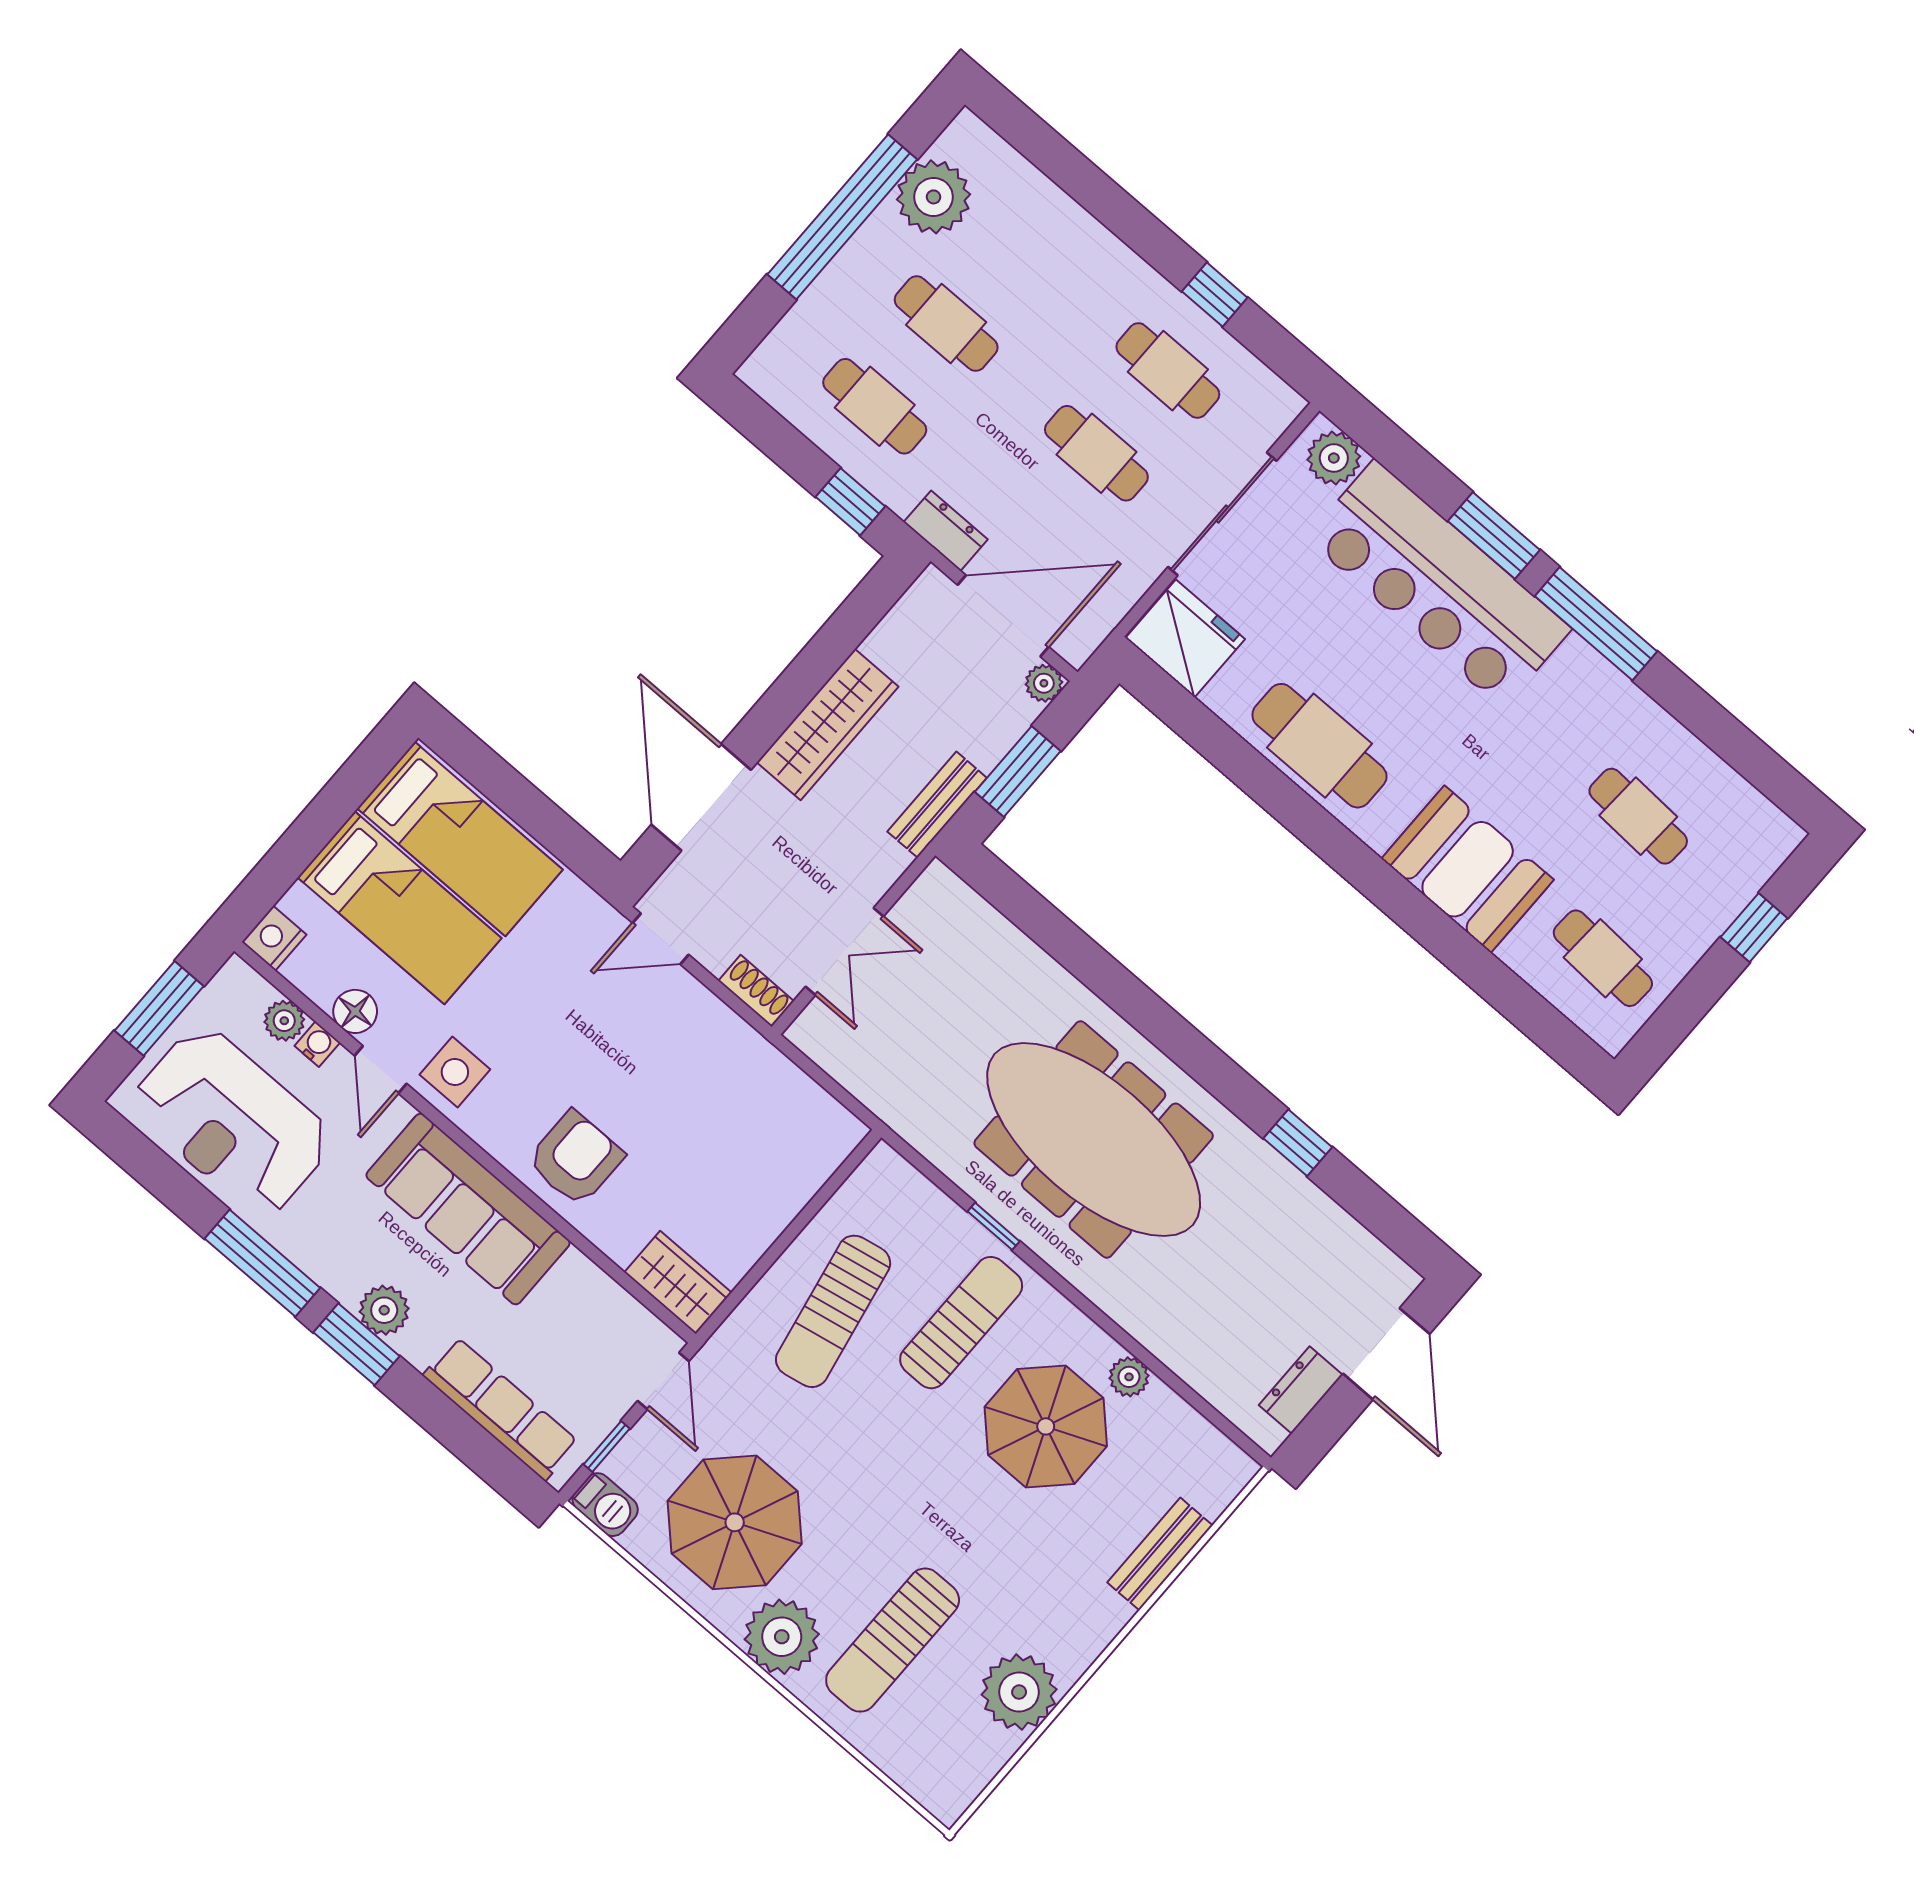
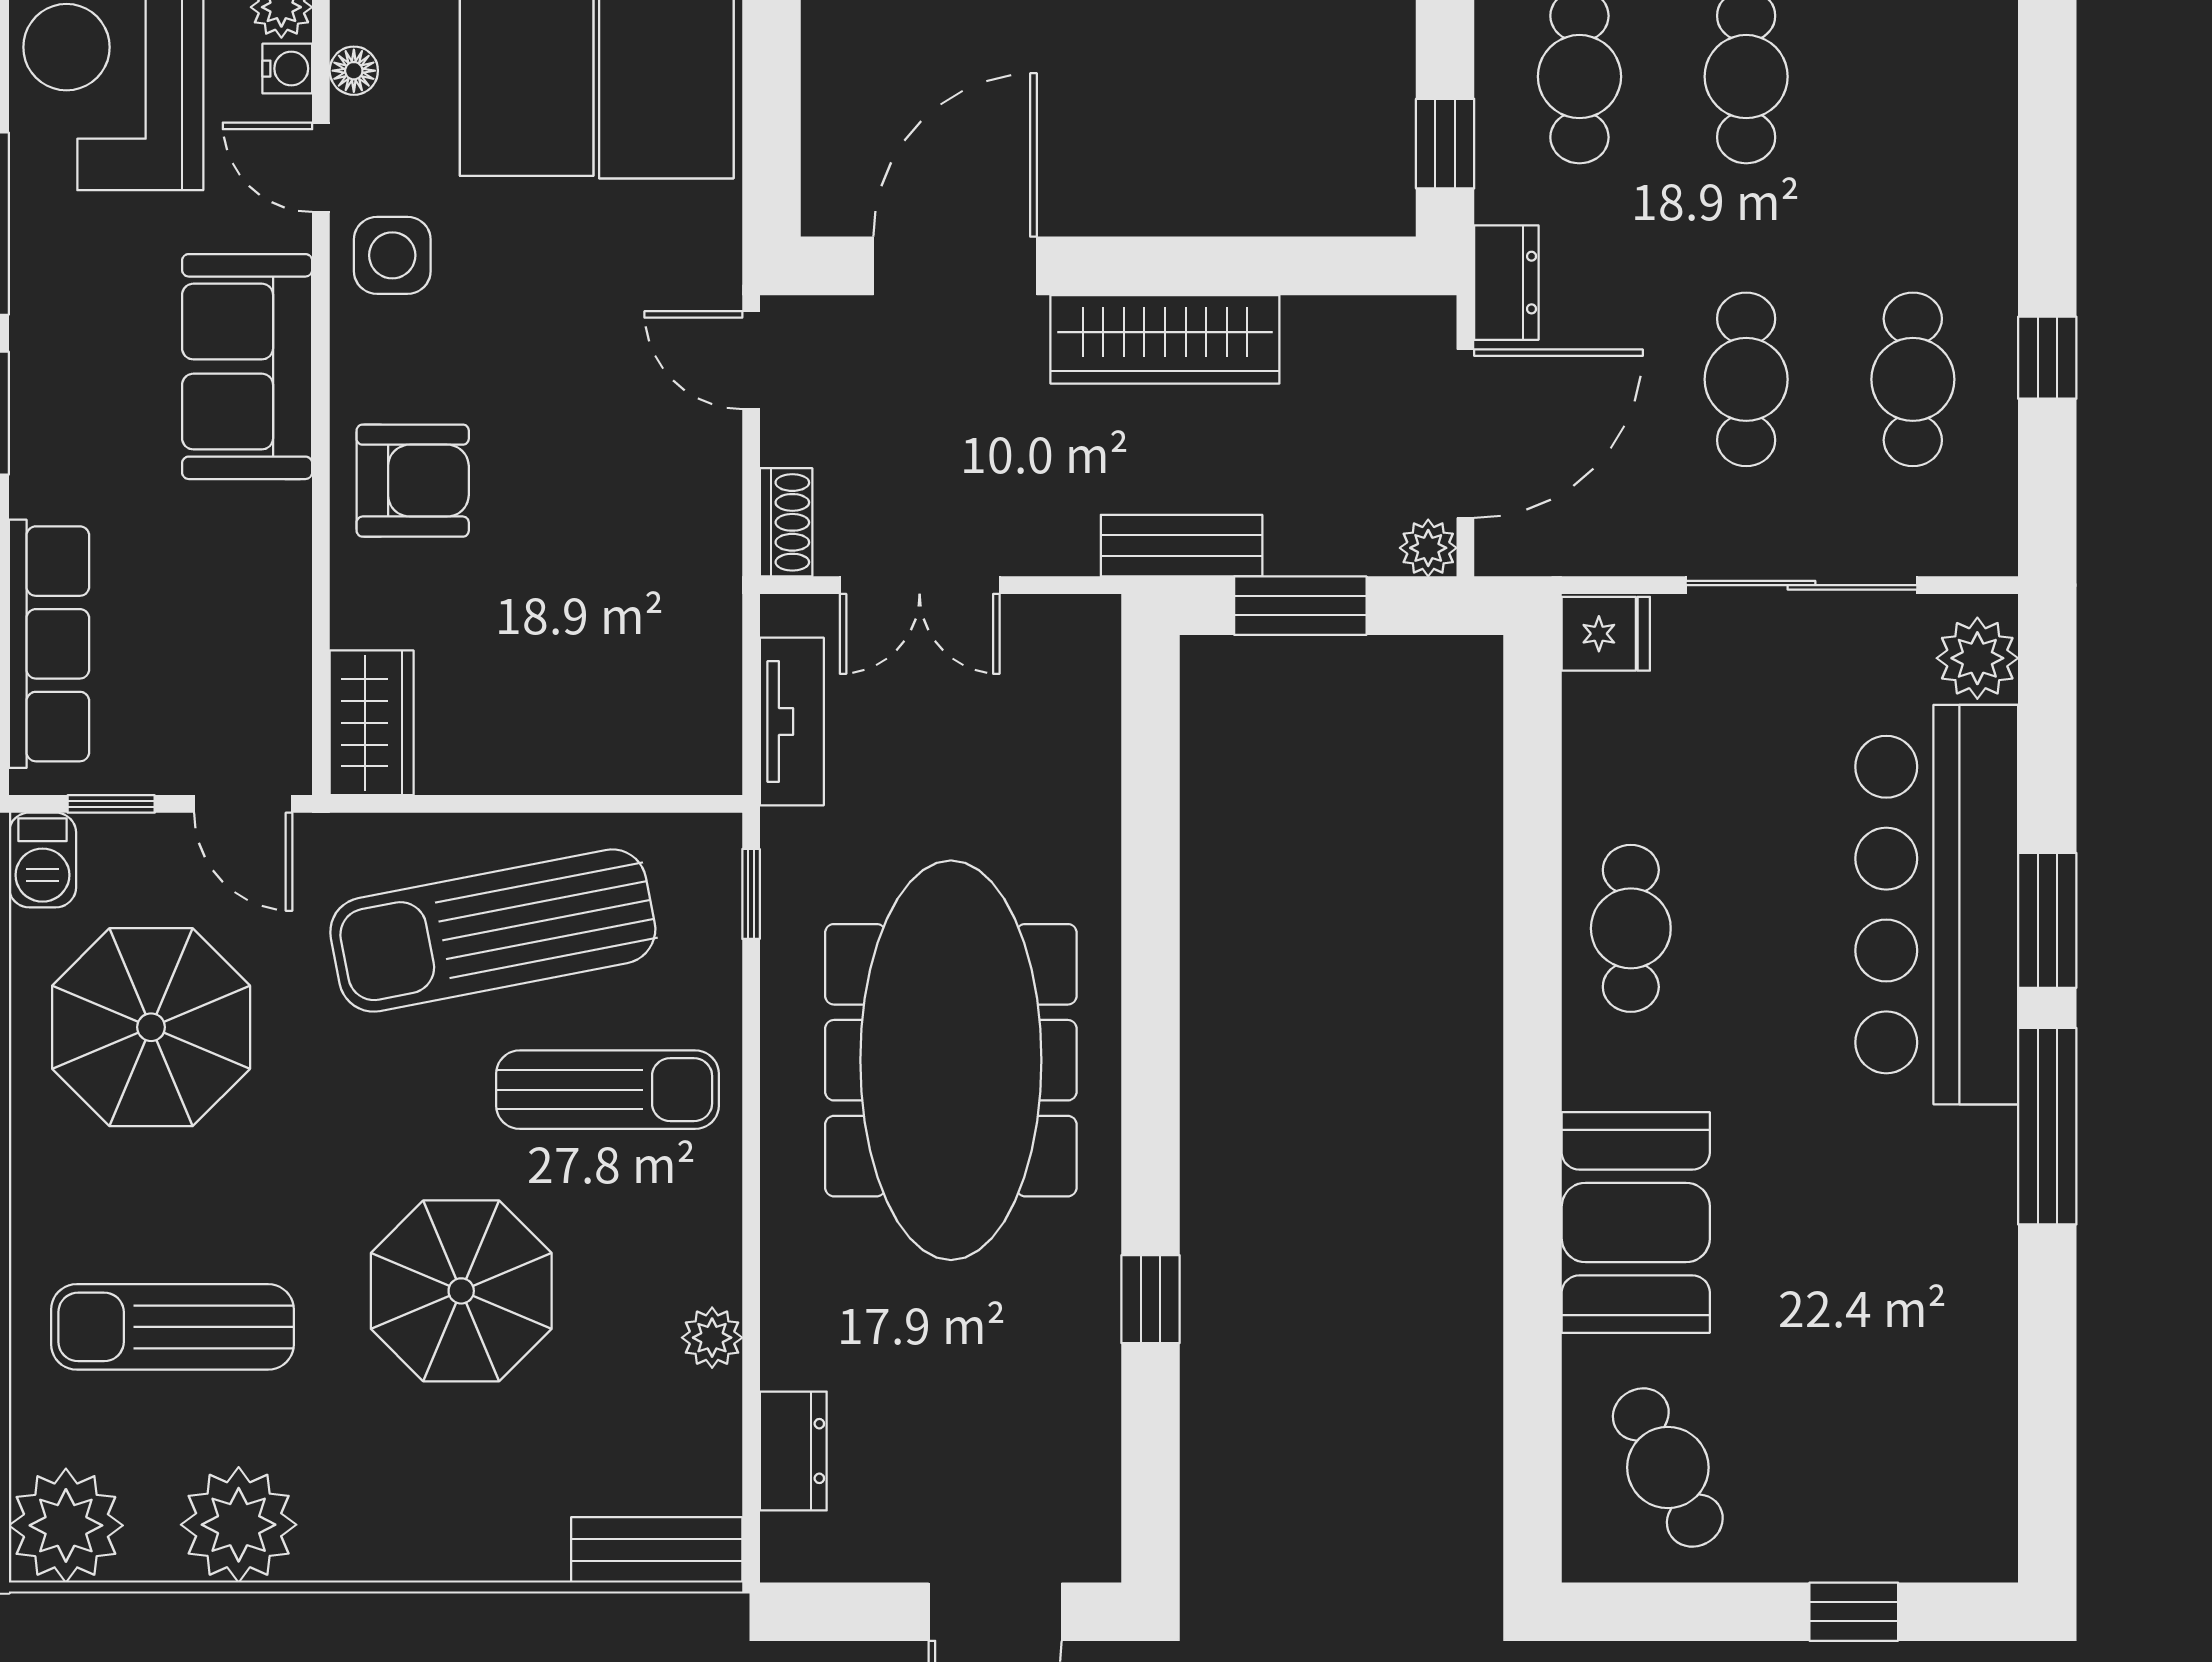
door: (1003, 616) -> (1465, 434), hinge flipped
fridge: (1185, 638) -> (1606, 634), width x0.53, depth x0.75
cafe table: (1319, 746) -> (1631, 928), width x0.73, depth x0.74
cafe table: (1638, 816) -> (1867, 1367), removed
cafe table: (1603, 958) -> (1668, 1467), turned -30
floor lamp: (355, 1011) -> (354, 71), width x0.73, depth x0.73
door: (381, 1070) -> (321, 167), hinge flipped
tv unit: (857, 1073) -> (792, 722), added
sofa: (468, 1209) -> (247, 367), width x0.73
window: (994, 1226) -> (751, 894), moved
plant: (384, 1310) -> (47, 411), removed
sun lounger: (833, 1311) -> (493, 931), width x1.36, depth x1.34
door: (663, 1381) -> (243, 804), hinge flipped
dresser: (1301, 1390) -> (793, 1451), moved, turned 90
parasol: (1046, 1426) -> (461, 1291), moved
bench: (1160, 1554) -> (657, 1550), moved
plant: (782, 1637) -> (66, 1525), moved

